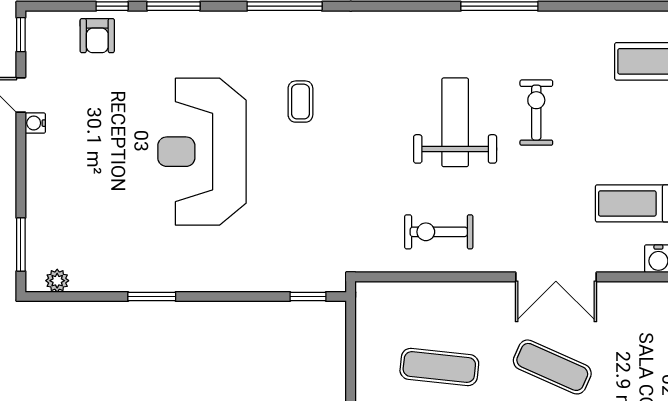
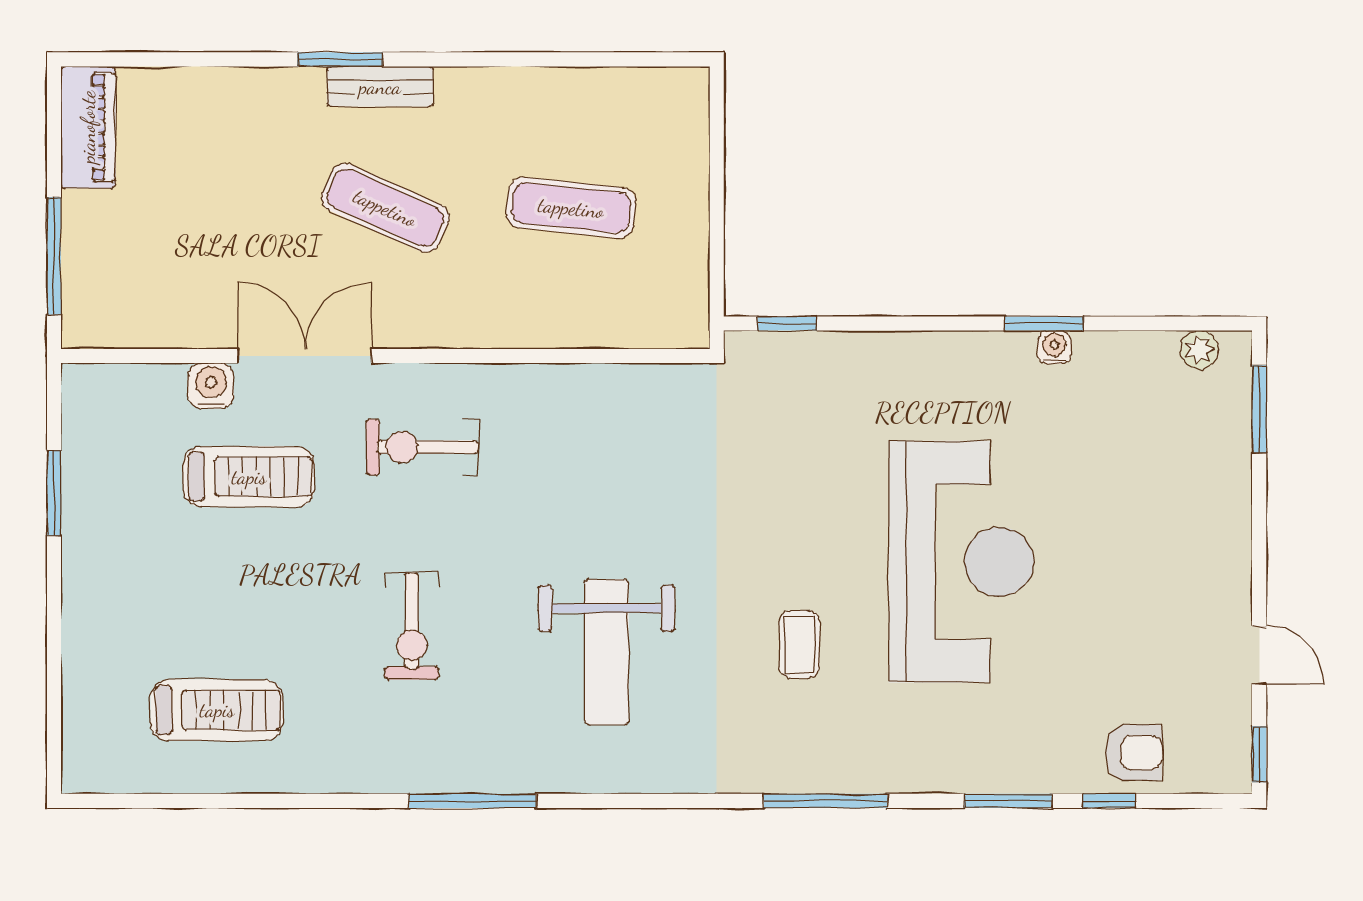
armchair: (97, 36) -> (1134, 752), turned 90
weight bench: (455, 122) -> (607, 652), moved
water cooler: (35, 123) -> (1054, 347), moved, turned -90
exercise bike: (439, 232) -> (422, 447), moved, turned 180
double door: (556, 277) -> (305, 356), moved

